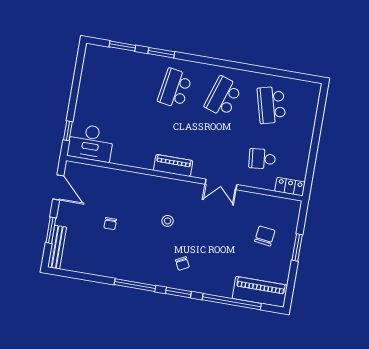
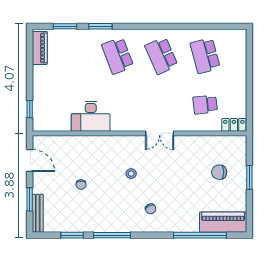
school desk: (175, 88) -> (118, 56), turned -30
school desk: (223, 97) -> (161, 56), turned -42
desk: (91, 143) -> (91, 116), moved
piano: (173, 166) -> (40, 48), moved, turned 90
double door: (221, 184) -> (160, 133), moved
chair: (265, 236) -> (219, 172), turned -97
window: (178, 293) -> (72, 235), moved

